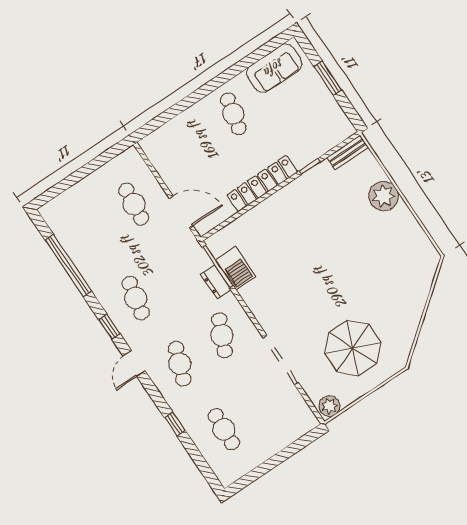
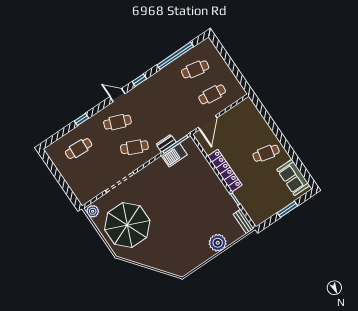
cafe table: (136, 298) -> (195, 69), moved
parasol: (353, 348) -> (127, 225), width x1.36, depth x1.36

